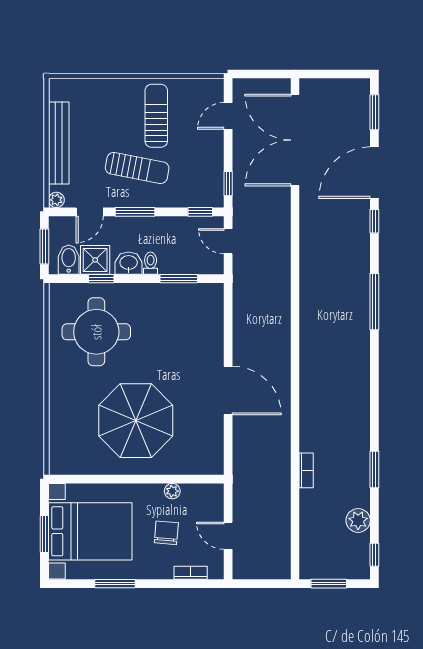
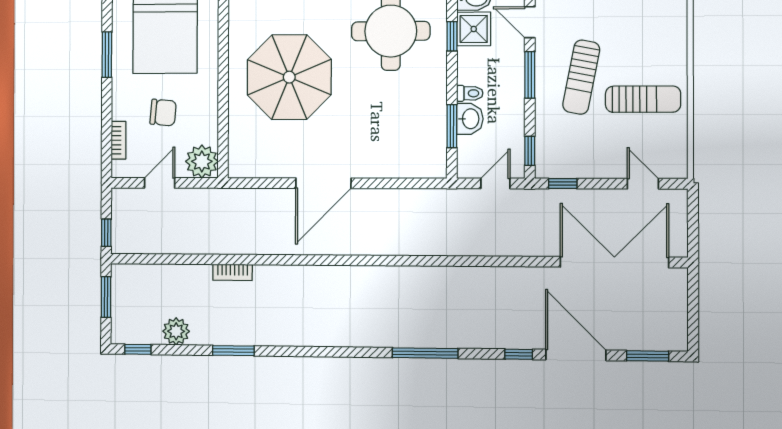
washbasin: (129, 263) -> (470, 119), moved
plant: (172, 491) -> (202, 161), moved, width x1.87, depth x1.87
window: (272, 584) -> (106, 233), added

